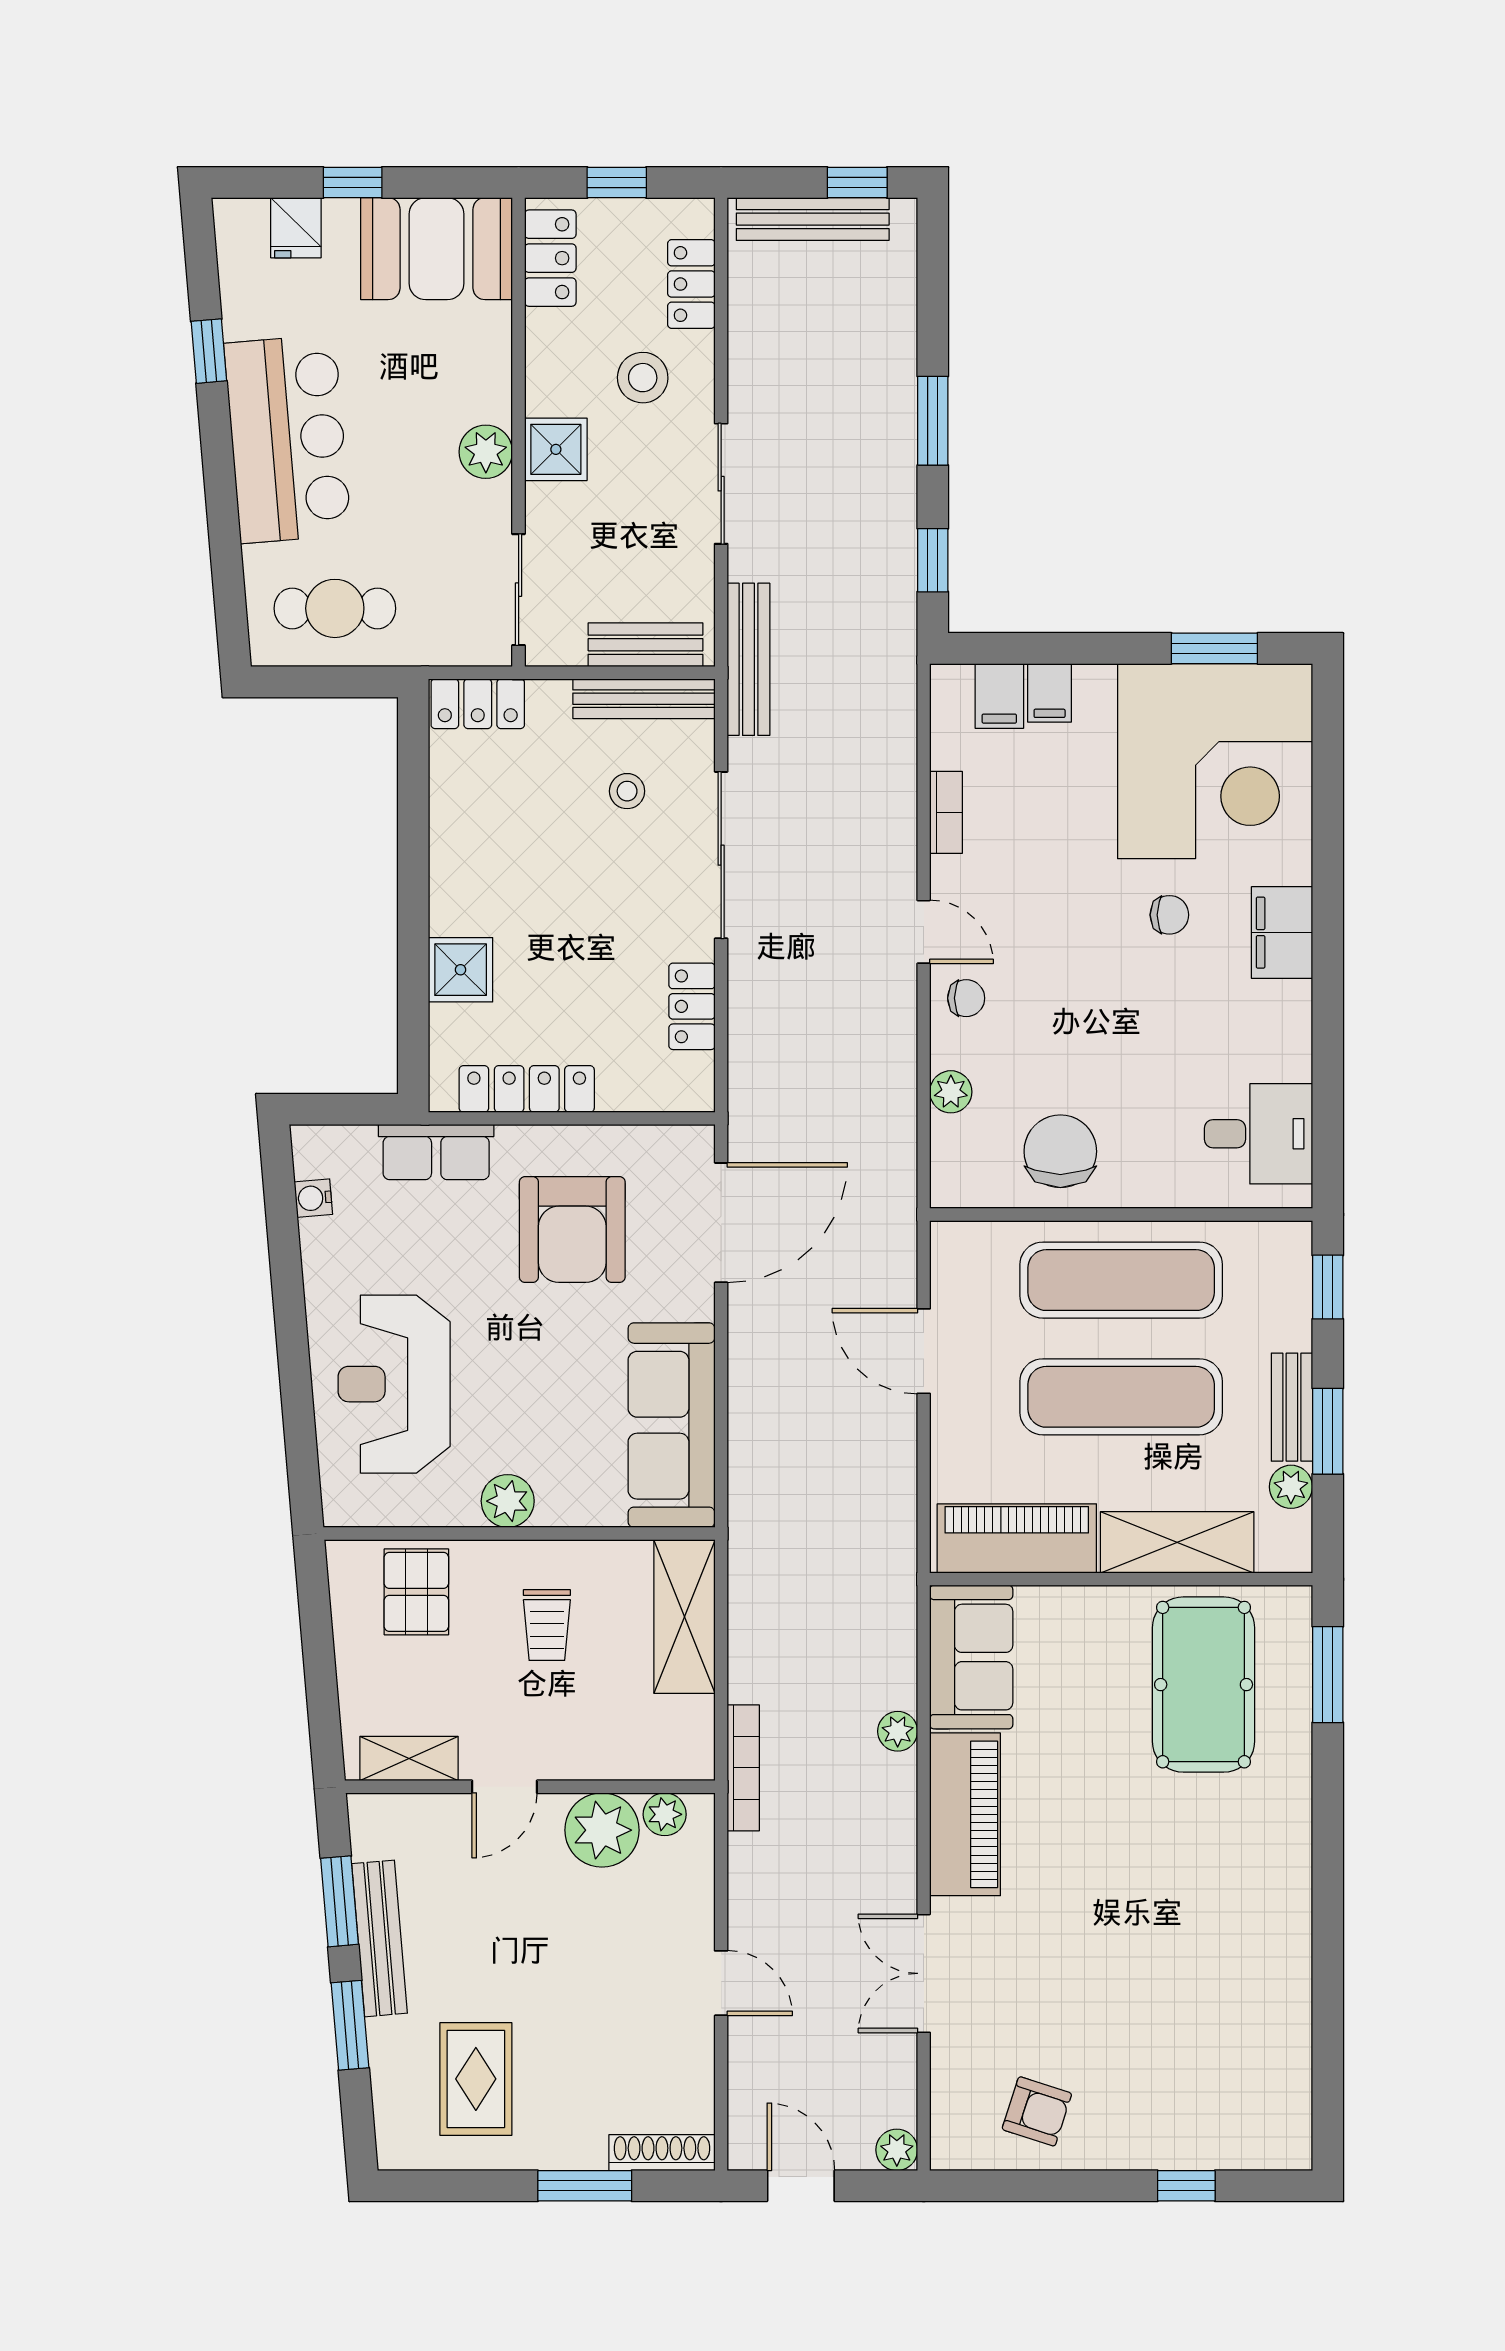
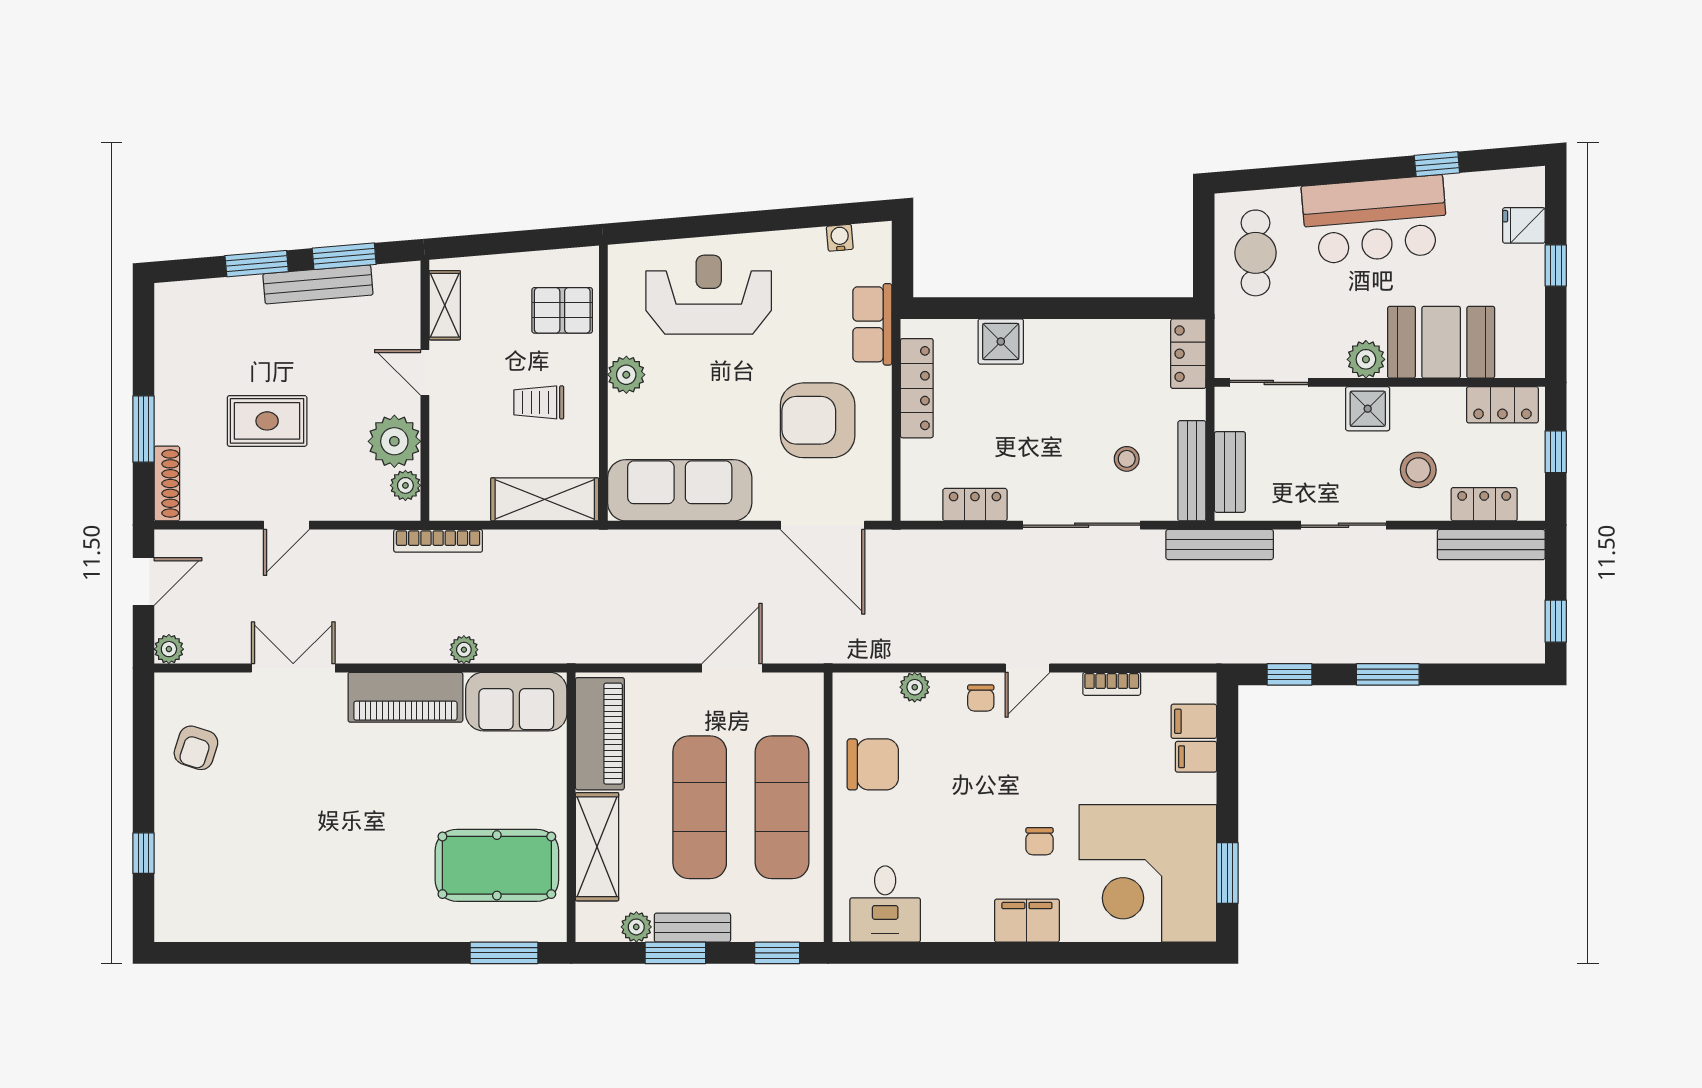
bench: (813, 219) -> (1491, 545), moved, turned 90
booth: (437, 249) -> (1441, 342), moved, turned 90
rug: (476, 2079) -> (267, 421), moved

